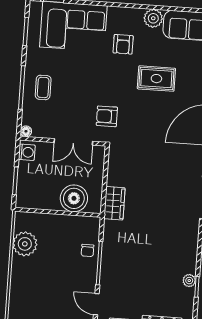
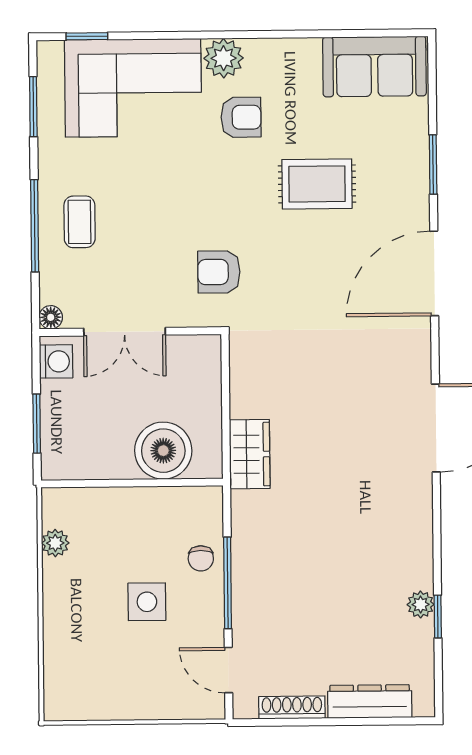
plant: (153, 18) -> (224, 58), moved
armchair: (123, 44) -> (241, 117), turned -90
double door: (73, 142) -> (125, 332), moved
plant: (25, 244) -> (55, 543), width x0.53, depth x0.53
side table: (60, 269) -> (147, 602), added

